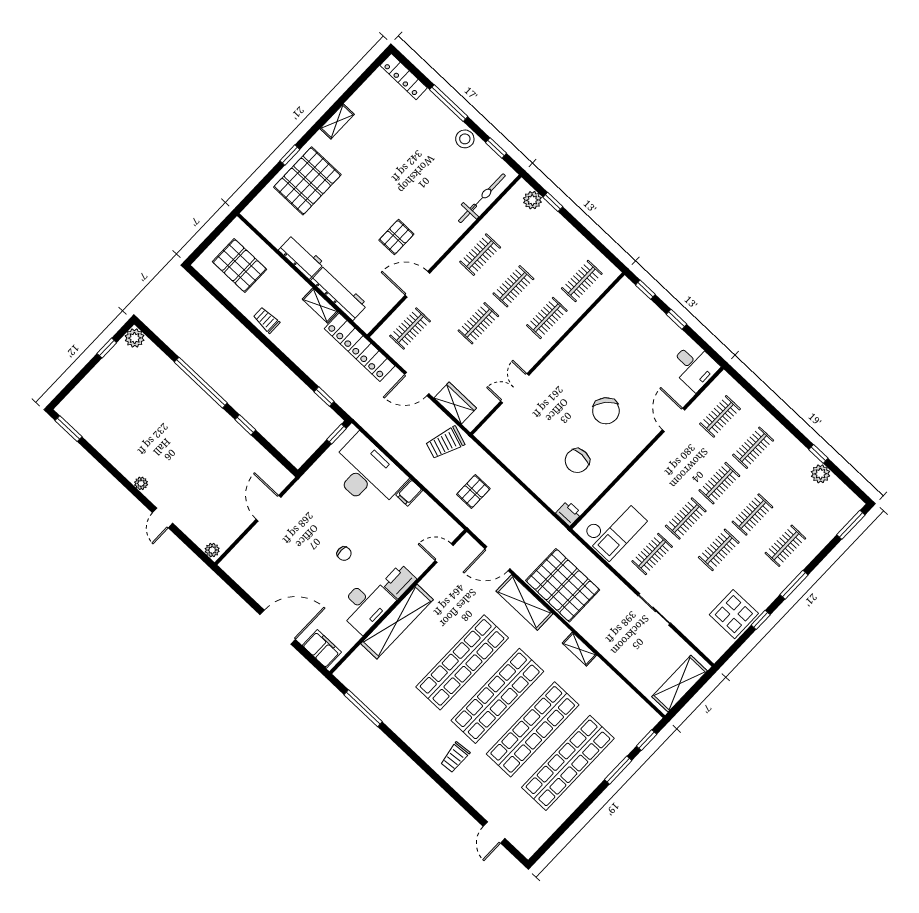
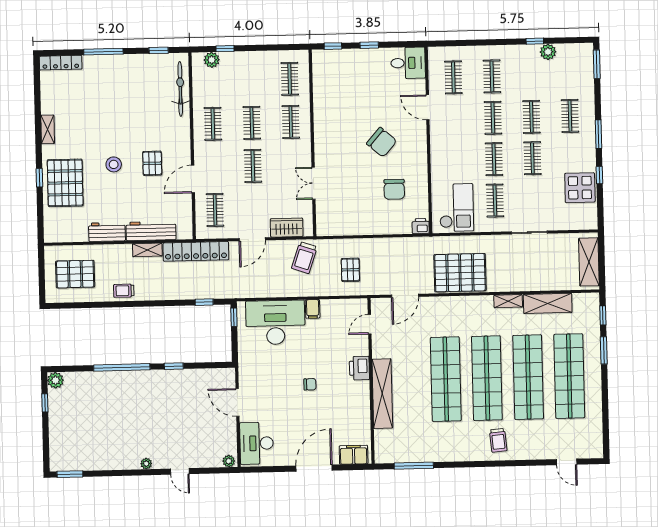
stool: (465, 139) -> (114, 164), moved
shelving: (524, 602) -> (548, 303), moved
desk: (366, 605) -> (256, 443), moved, turned 180

